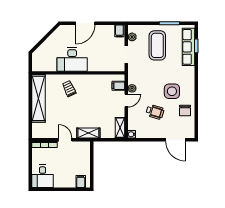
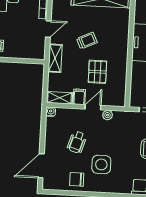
filing cabinet: (118, 86) -> (79, 97), moved
trolley: (69, 89) -> (87, 41), moved
pallet: (98, 98) -> (97, 72), added
door: (126, 100) -> (93, 107), swing flipped

